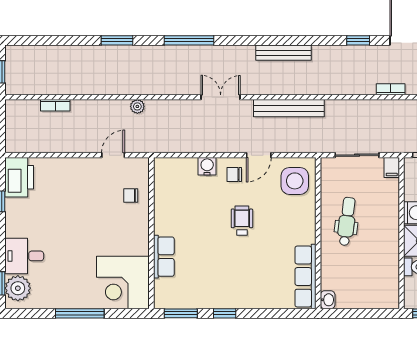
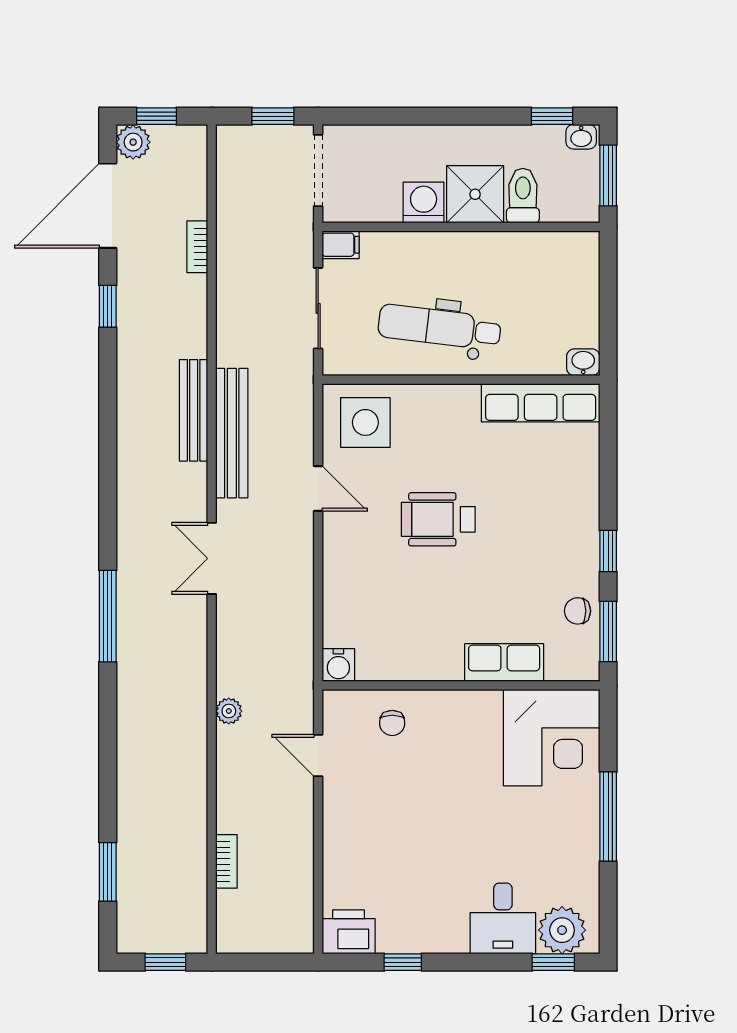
window: (117, 40) -> (108, 872), moved
bench: (283, 53) -> (194, 410), moved
water cooler: (207, 166) -> (338, 665), moved, turned -90
chair: (234, 174) -> (577, 611), moved, turned 90
printer: (19, 177) -> (349, 932), width x0.73, depth x0.84
wheelchair: (242, 221) -> (438, 519), width x1.36, depth x1.37
dental chair: (347, 221) -> (439, 327), width x1.36, depth x1.38

